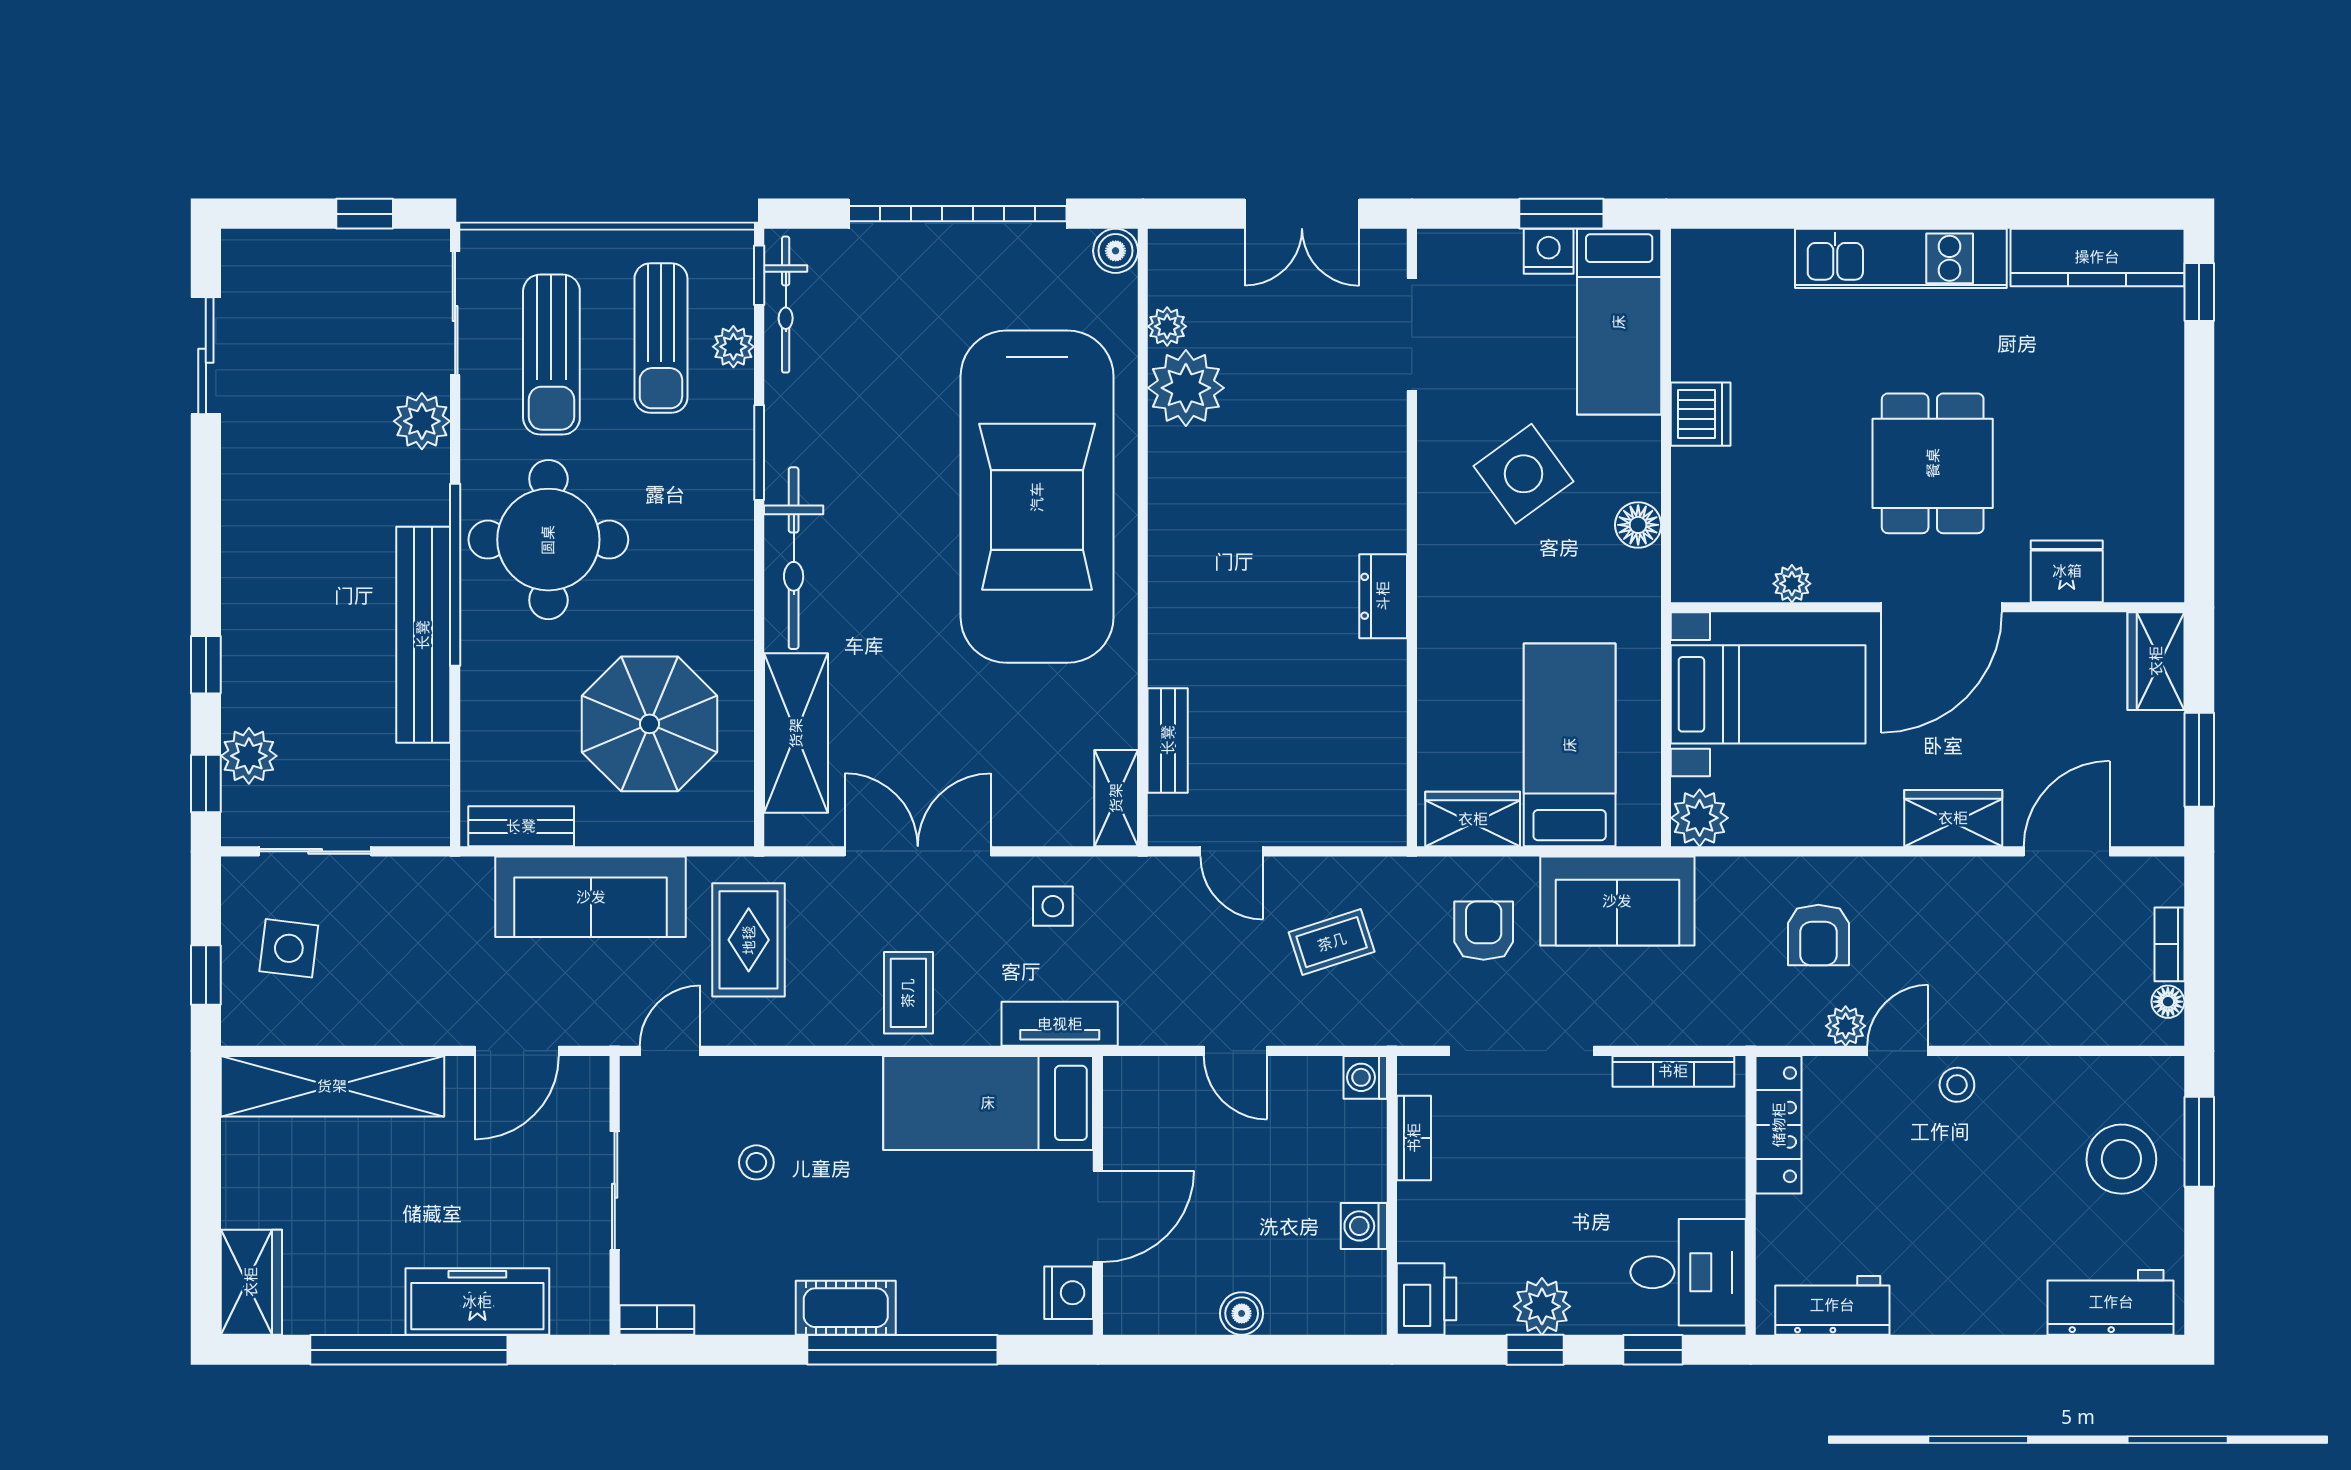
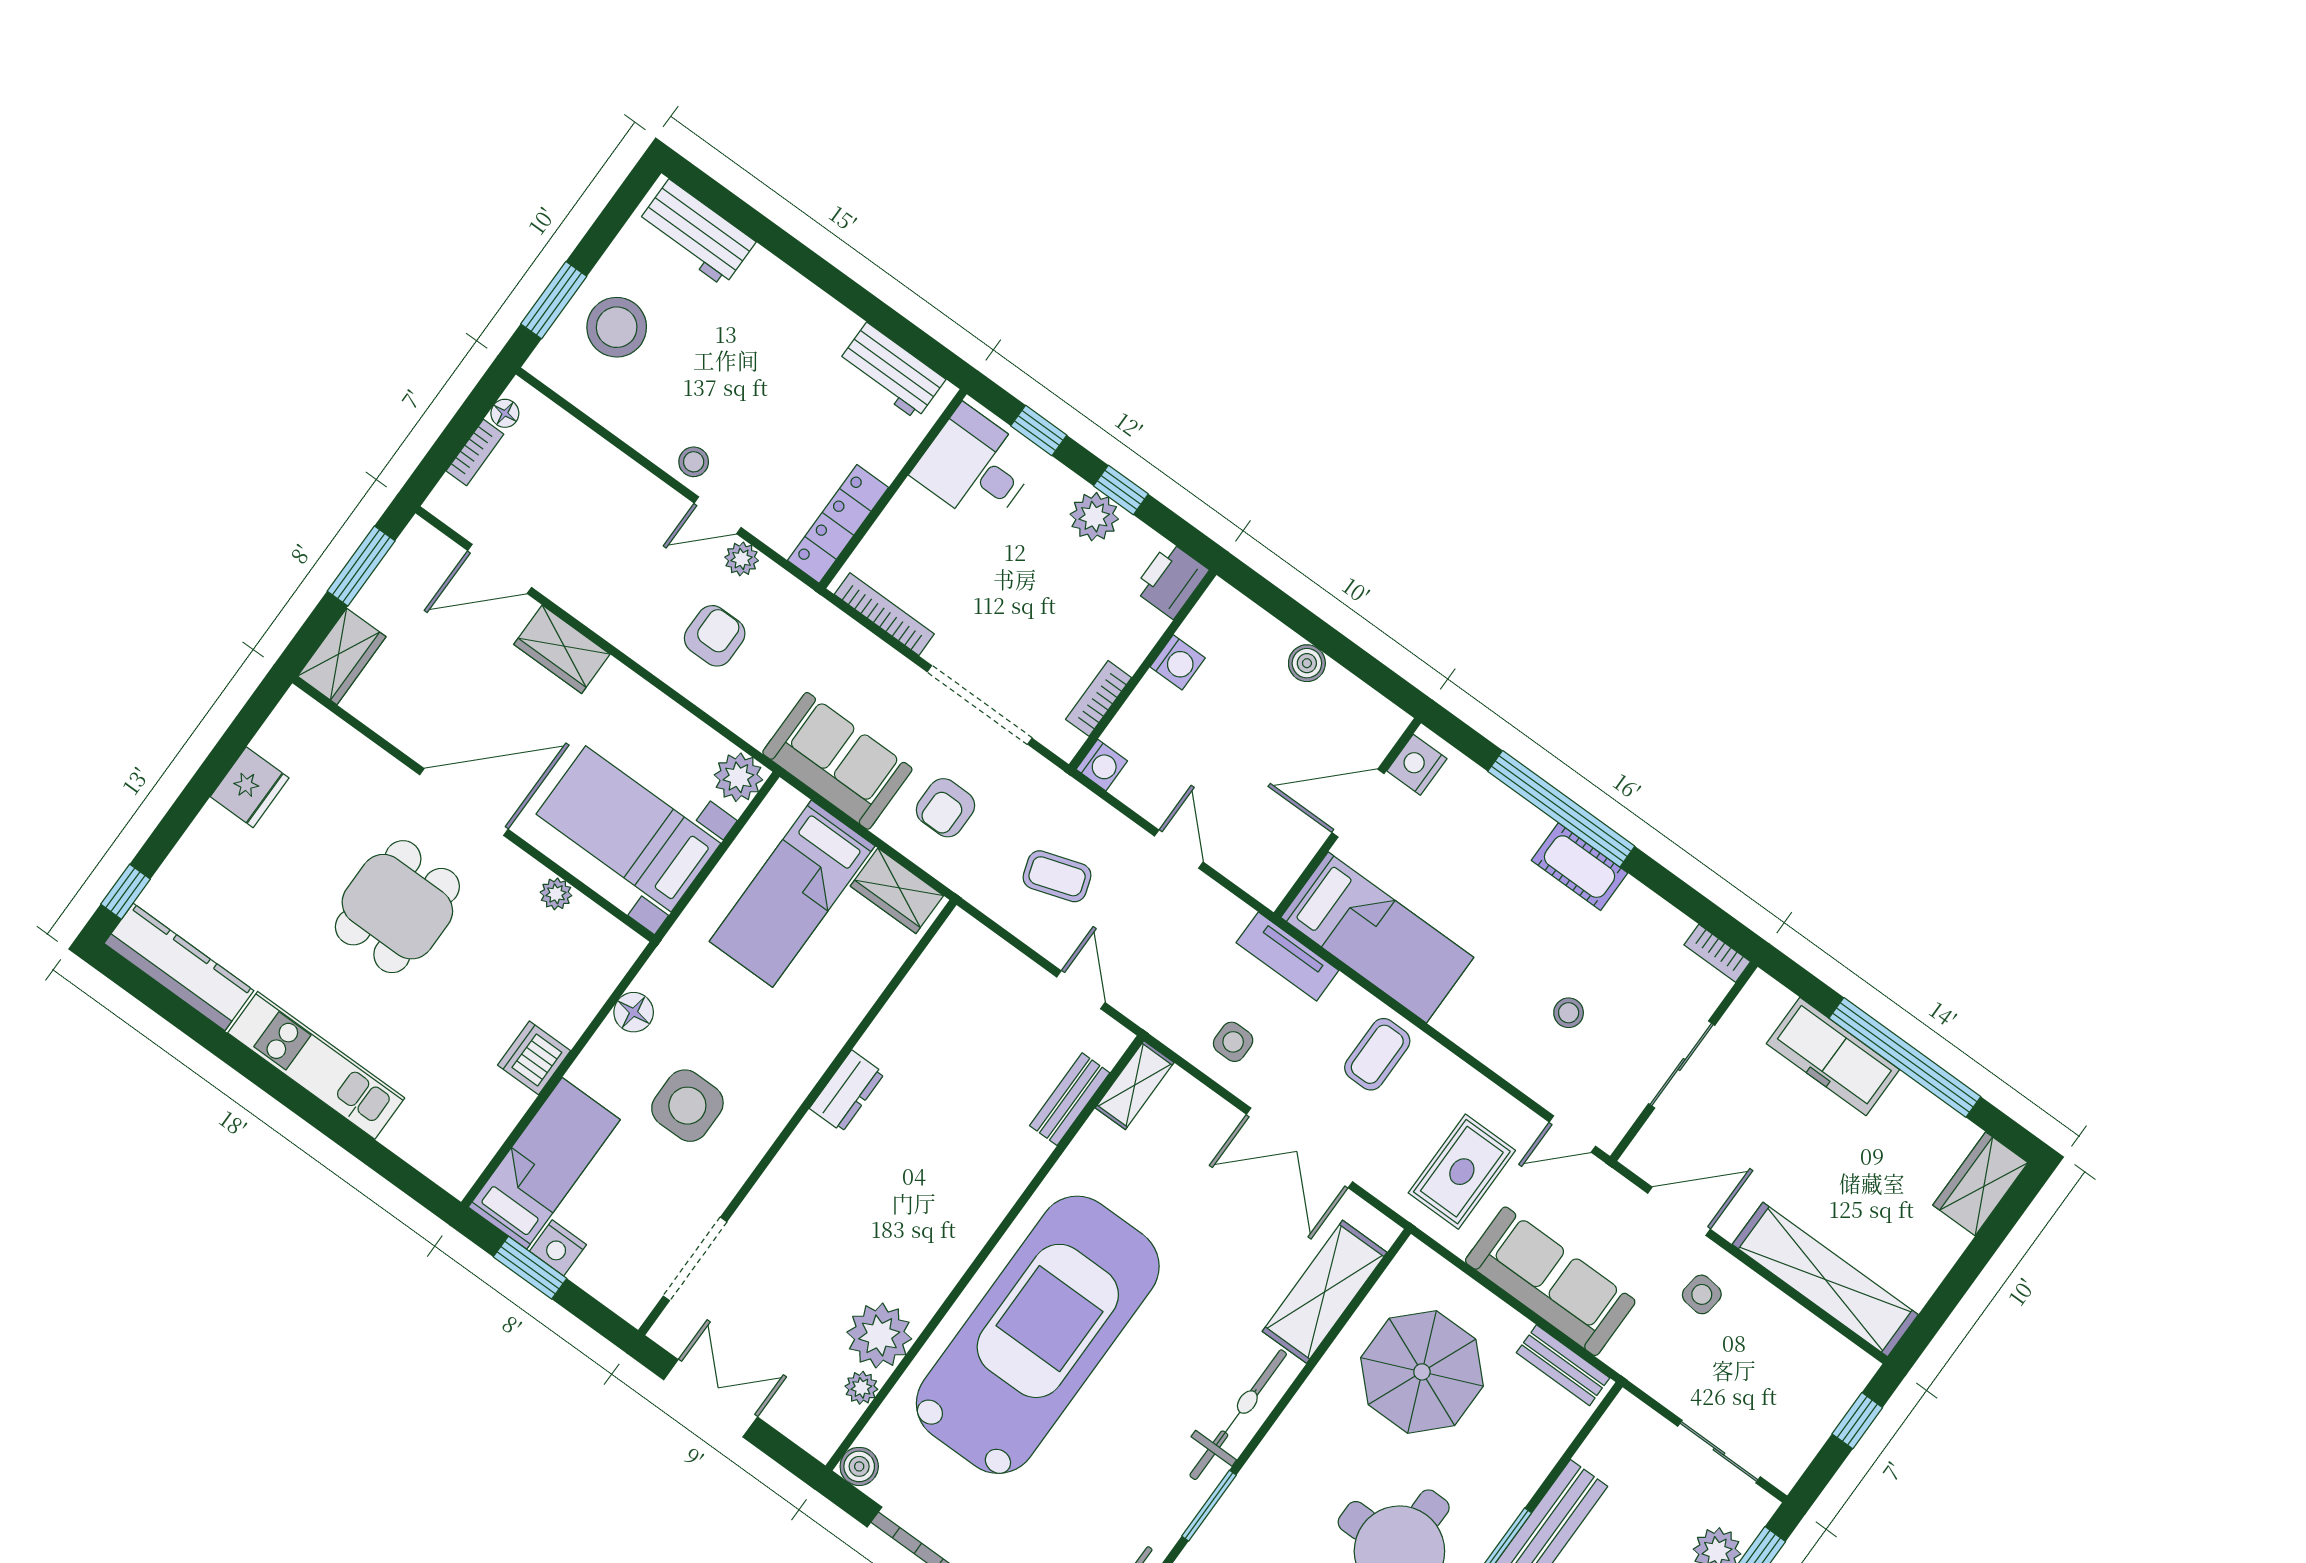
side table: (1524, 474) -> (687, 1106), turned 36
fridge: (2067, 571) -> (250, 787), moved, turned -90
side table: (289, 948) -> (1702, 1294), moved, width x0.73, depth x0.73

